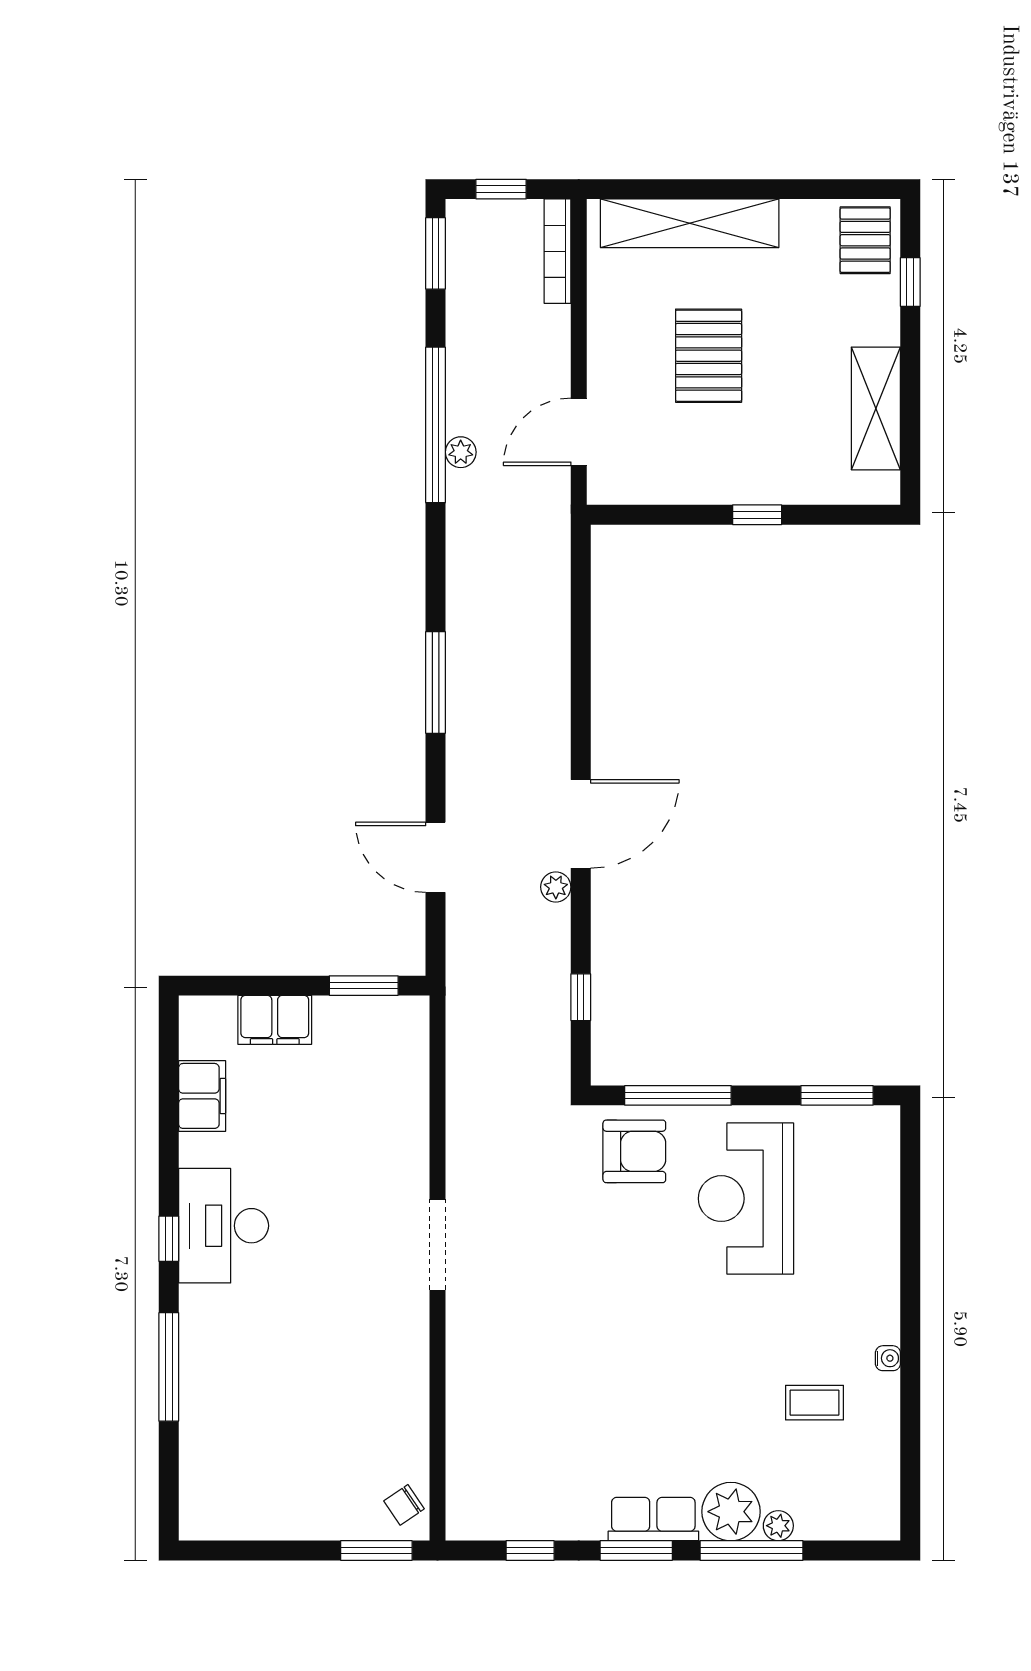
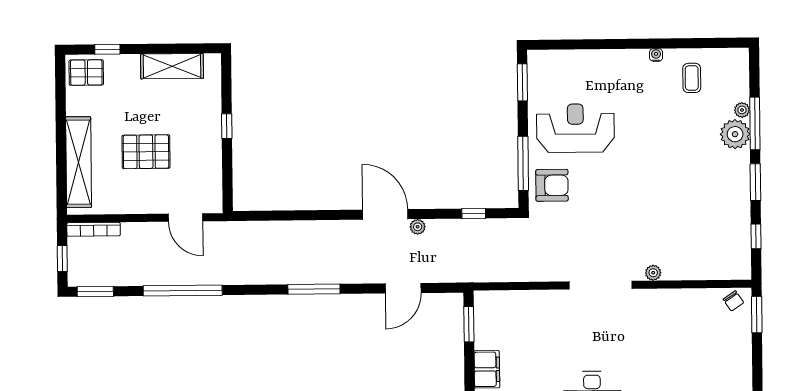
plant: (461, 452) -> (653, 273), moved
armchair: (634, 1151) -> (552, 185), turned 90
reception desk: (746, 1199) -> (575, 128), turned 180
doorway: (438, 1245) -> (601, 285), width x1.36
coffee table: (815, 1403) -> (692, 78), moved
row of seats: (653, 1519) -> (739, 174), removed

